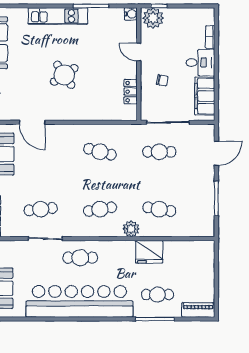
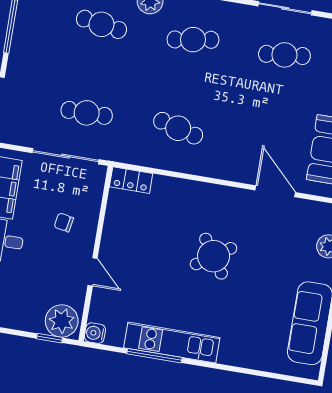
kitchen unit: (58, 16) -> (172, 343), moved
locker: (131, 92) -> (131, 180), moved, turned 90

